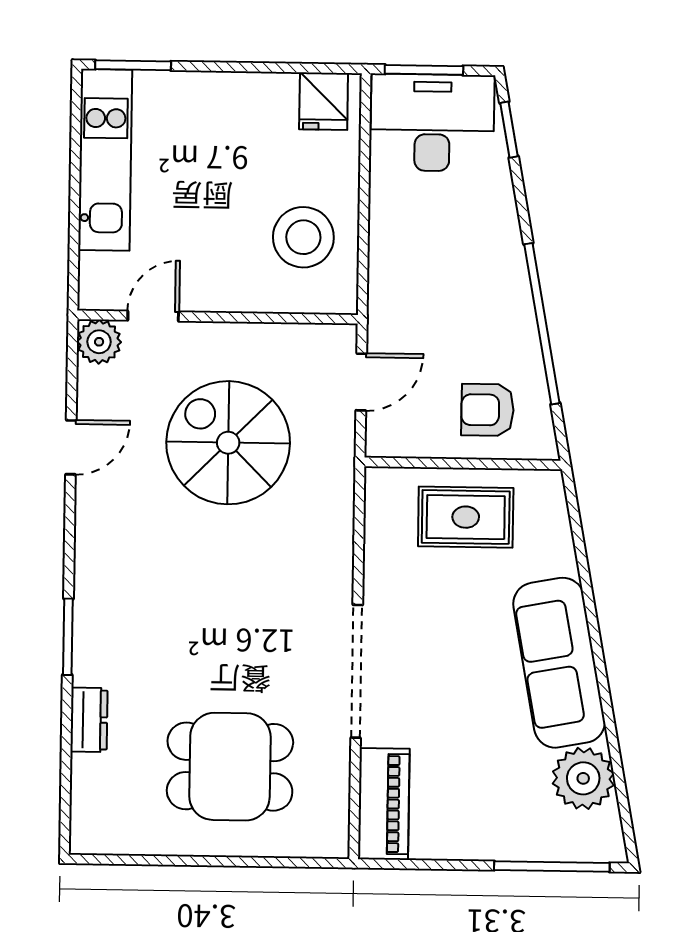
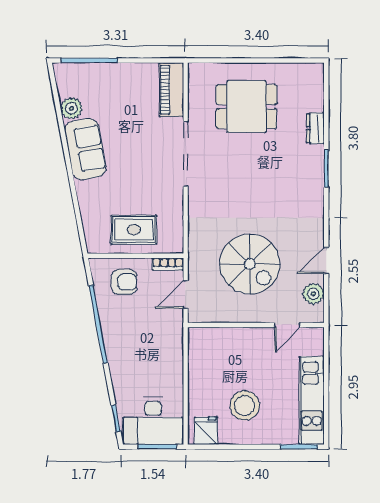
stool: (303, 237) -> (245, 406), moved
plant: (99, 342) -> (313, 294), moved
bookcase: (397, 445) -> (168, 264), added
sofa: (559, 663) -> (85, 149), width x0.73
plant: (583, 778) -> (71, 108), width x0.73, depth x0.73

